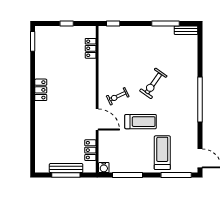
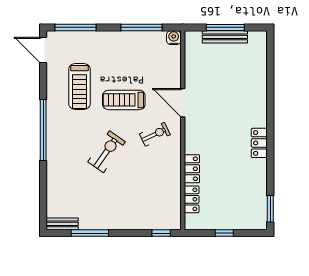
locker: (90, 150) -> (192, 169), moved
treadmill: (162, 153) -> (79, 87), moved

